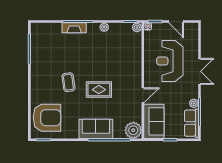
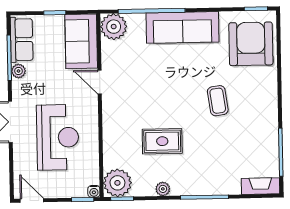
door: (176, 22) -> (32, 200), moved
plant: (137, 27) -> (117, 183), width x1.88, depth x1.88
fireplace: (74, 28) -> (260, 186), moved
rug: (99, 90) -> (162, 141), moved
door: (143, 95) -> (100, 82), hinge flipped
armchair: (47, 118) -> (251, 44), turned 90
sofa: (96, 129) -> (182, 27), width x1.36

